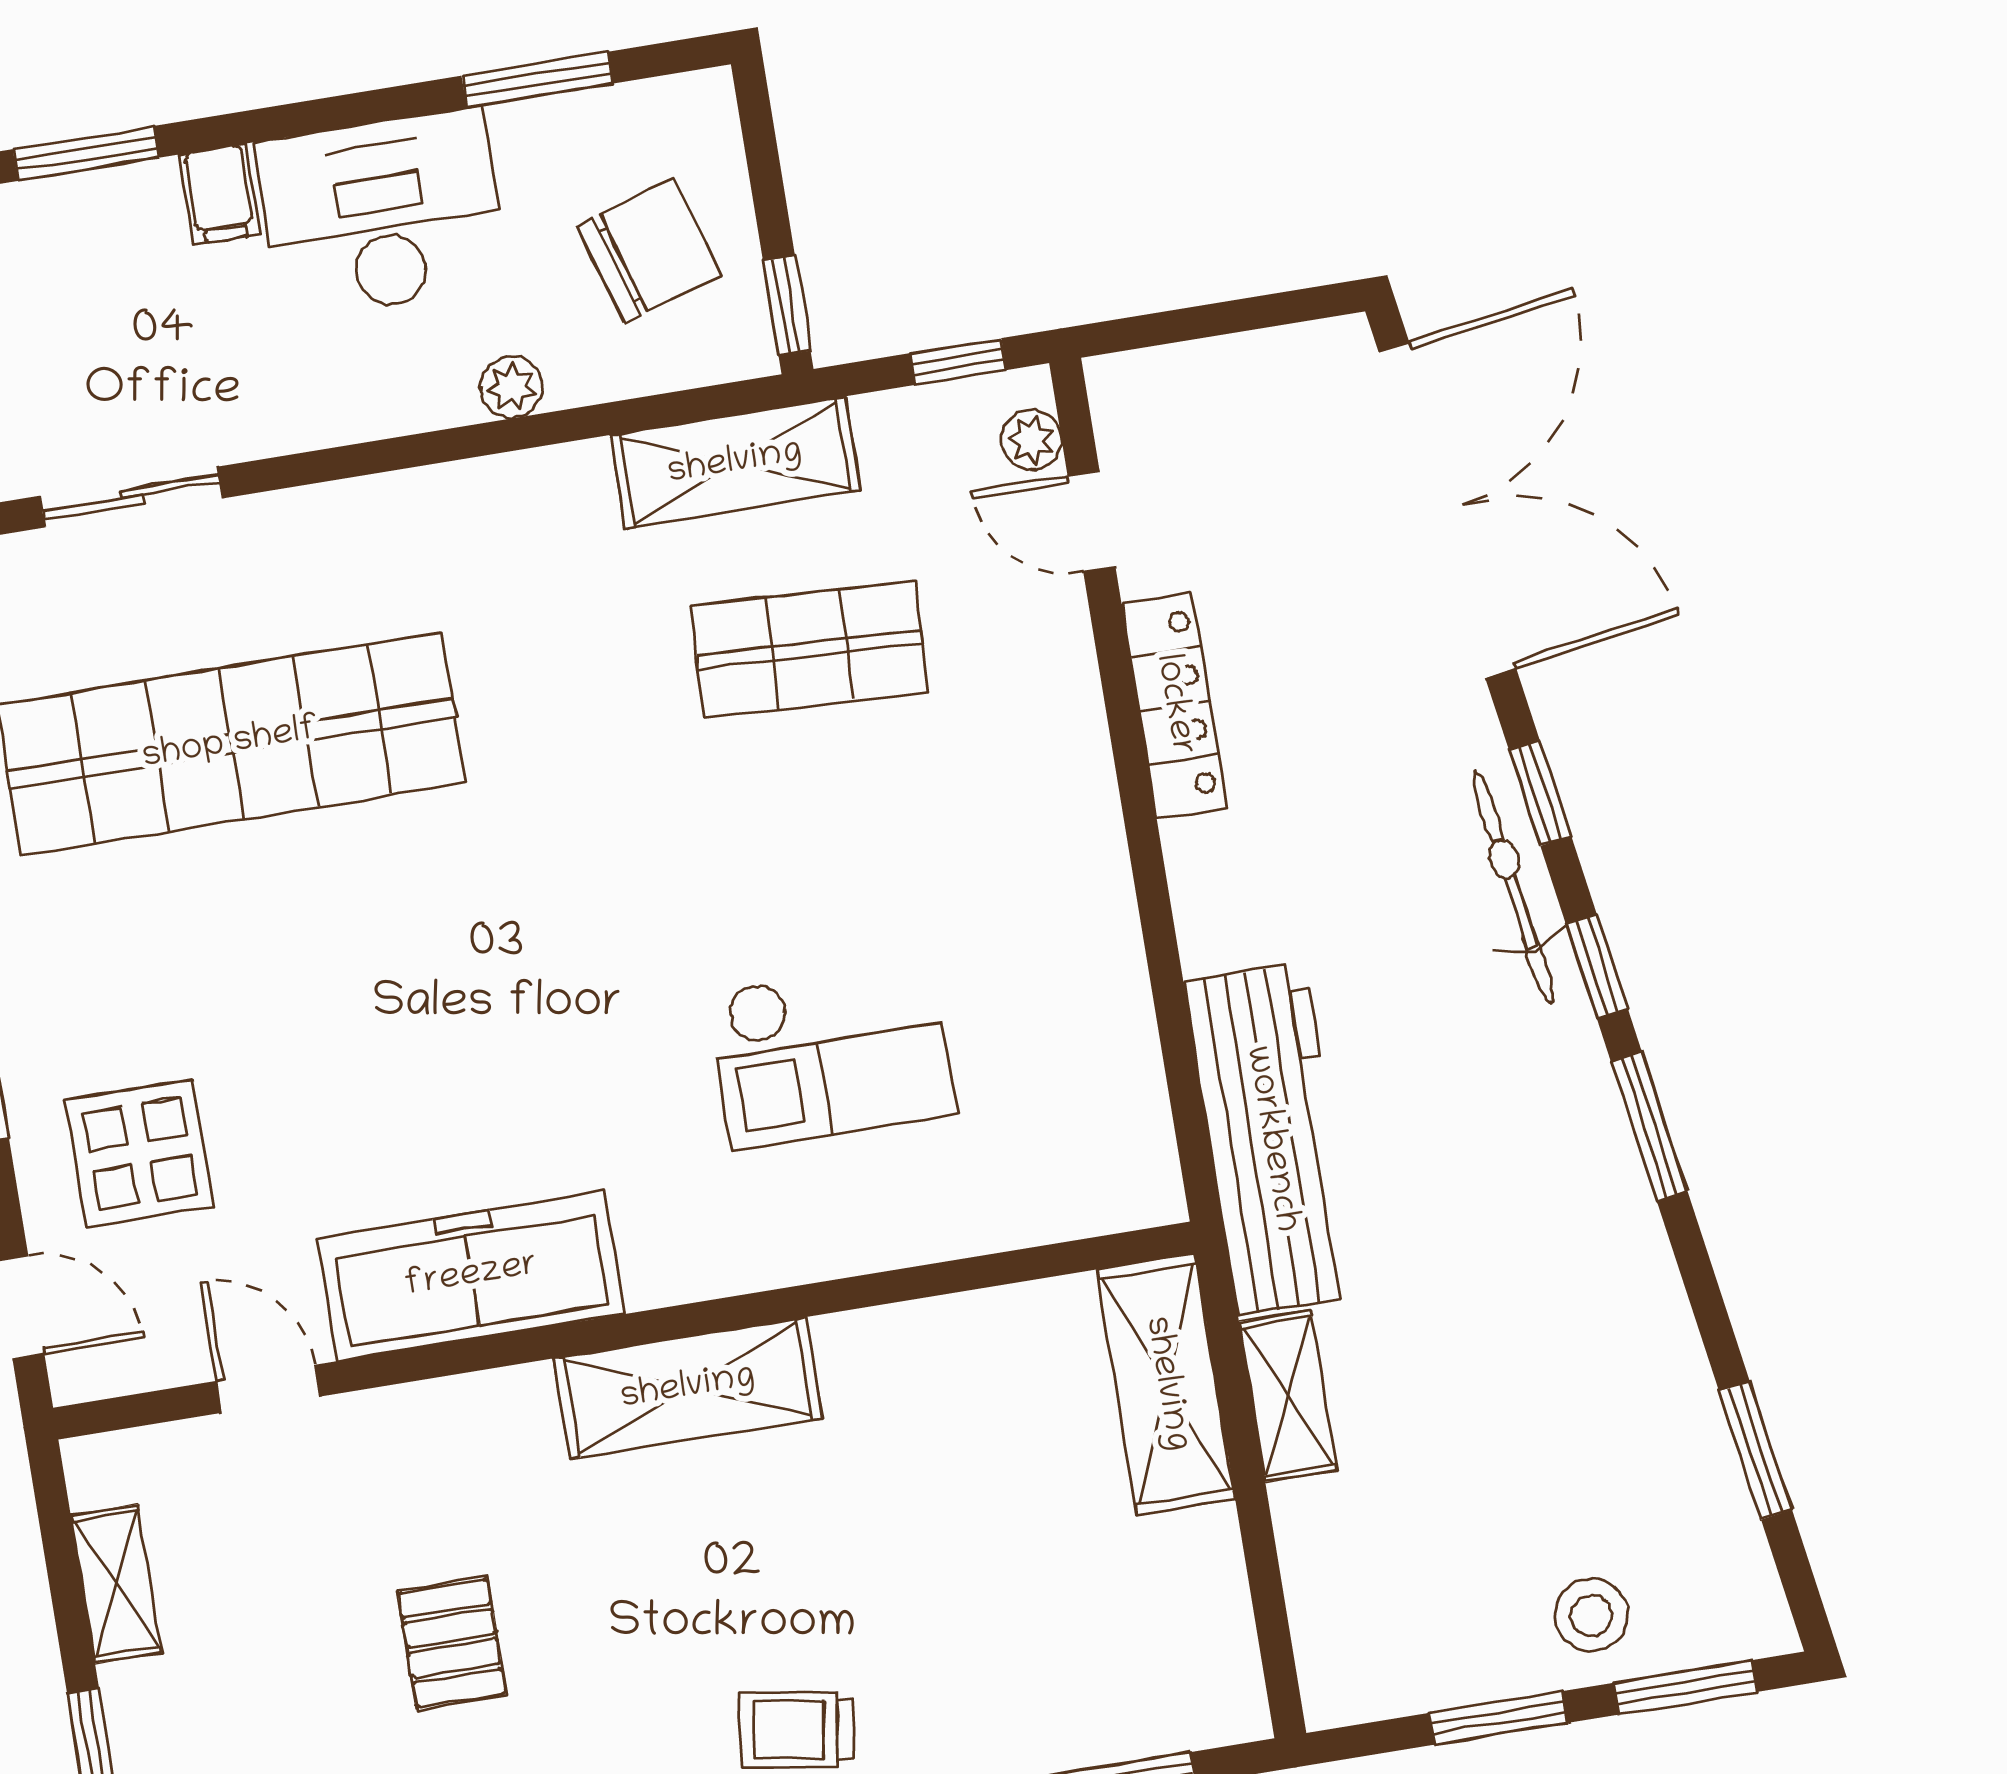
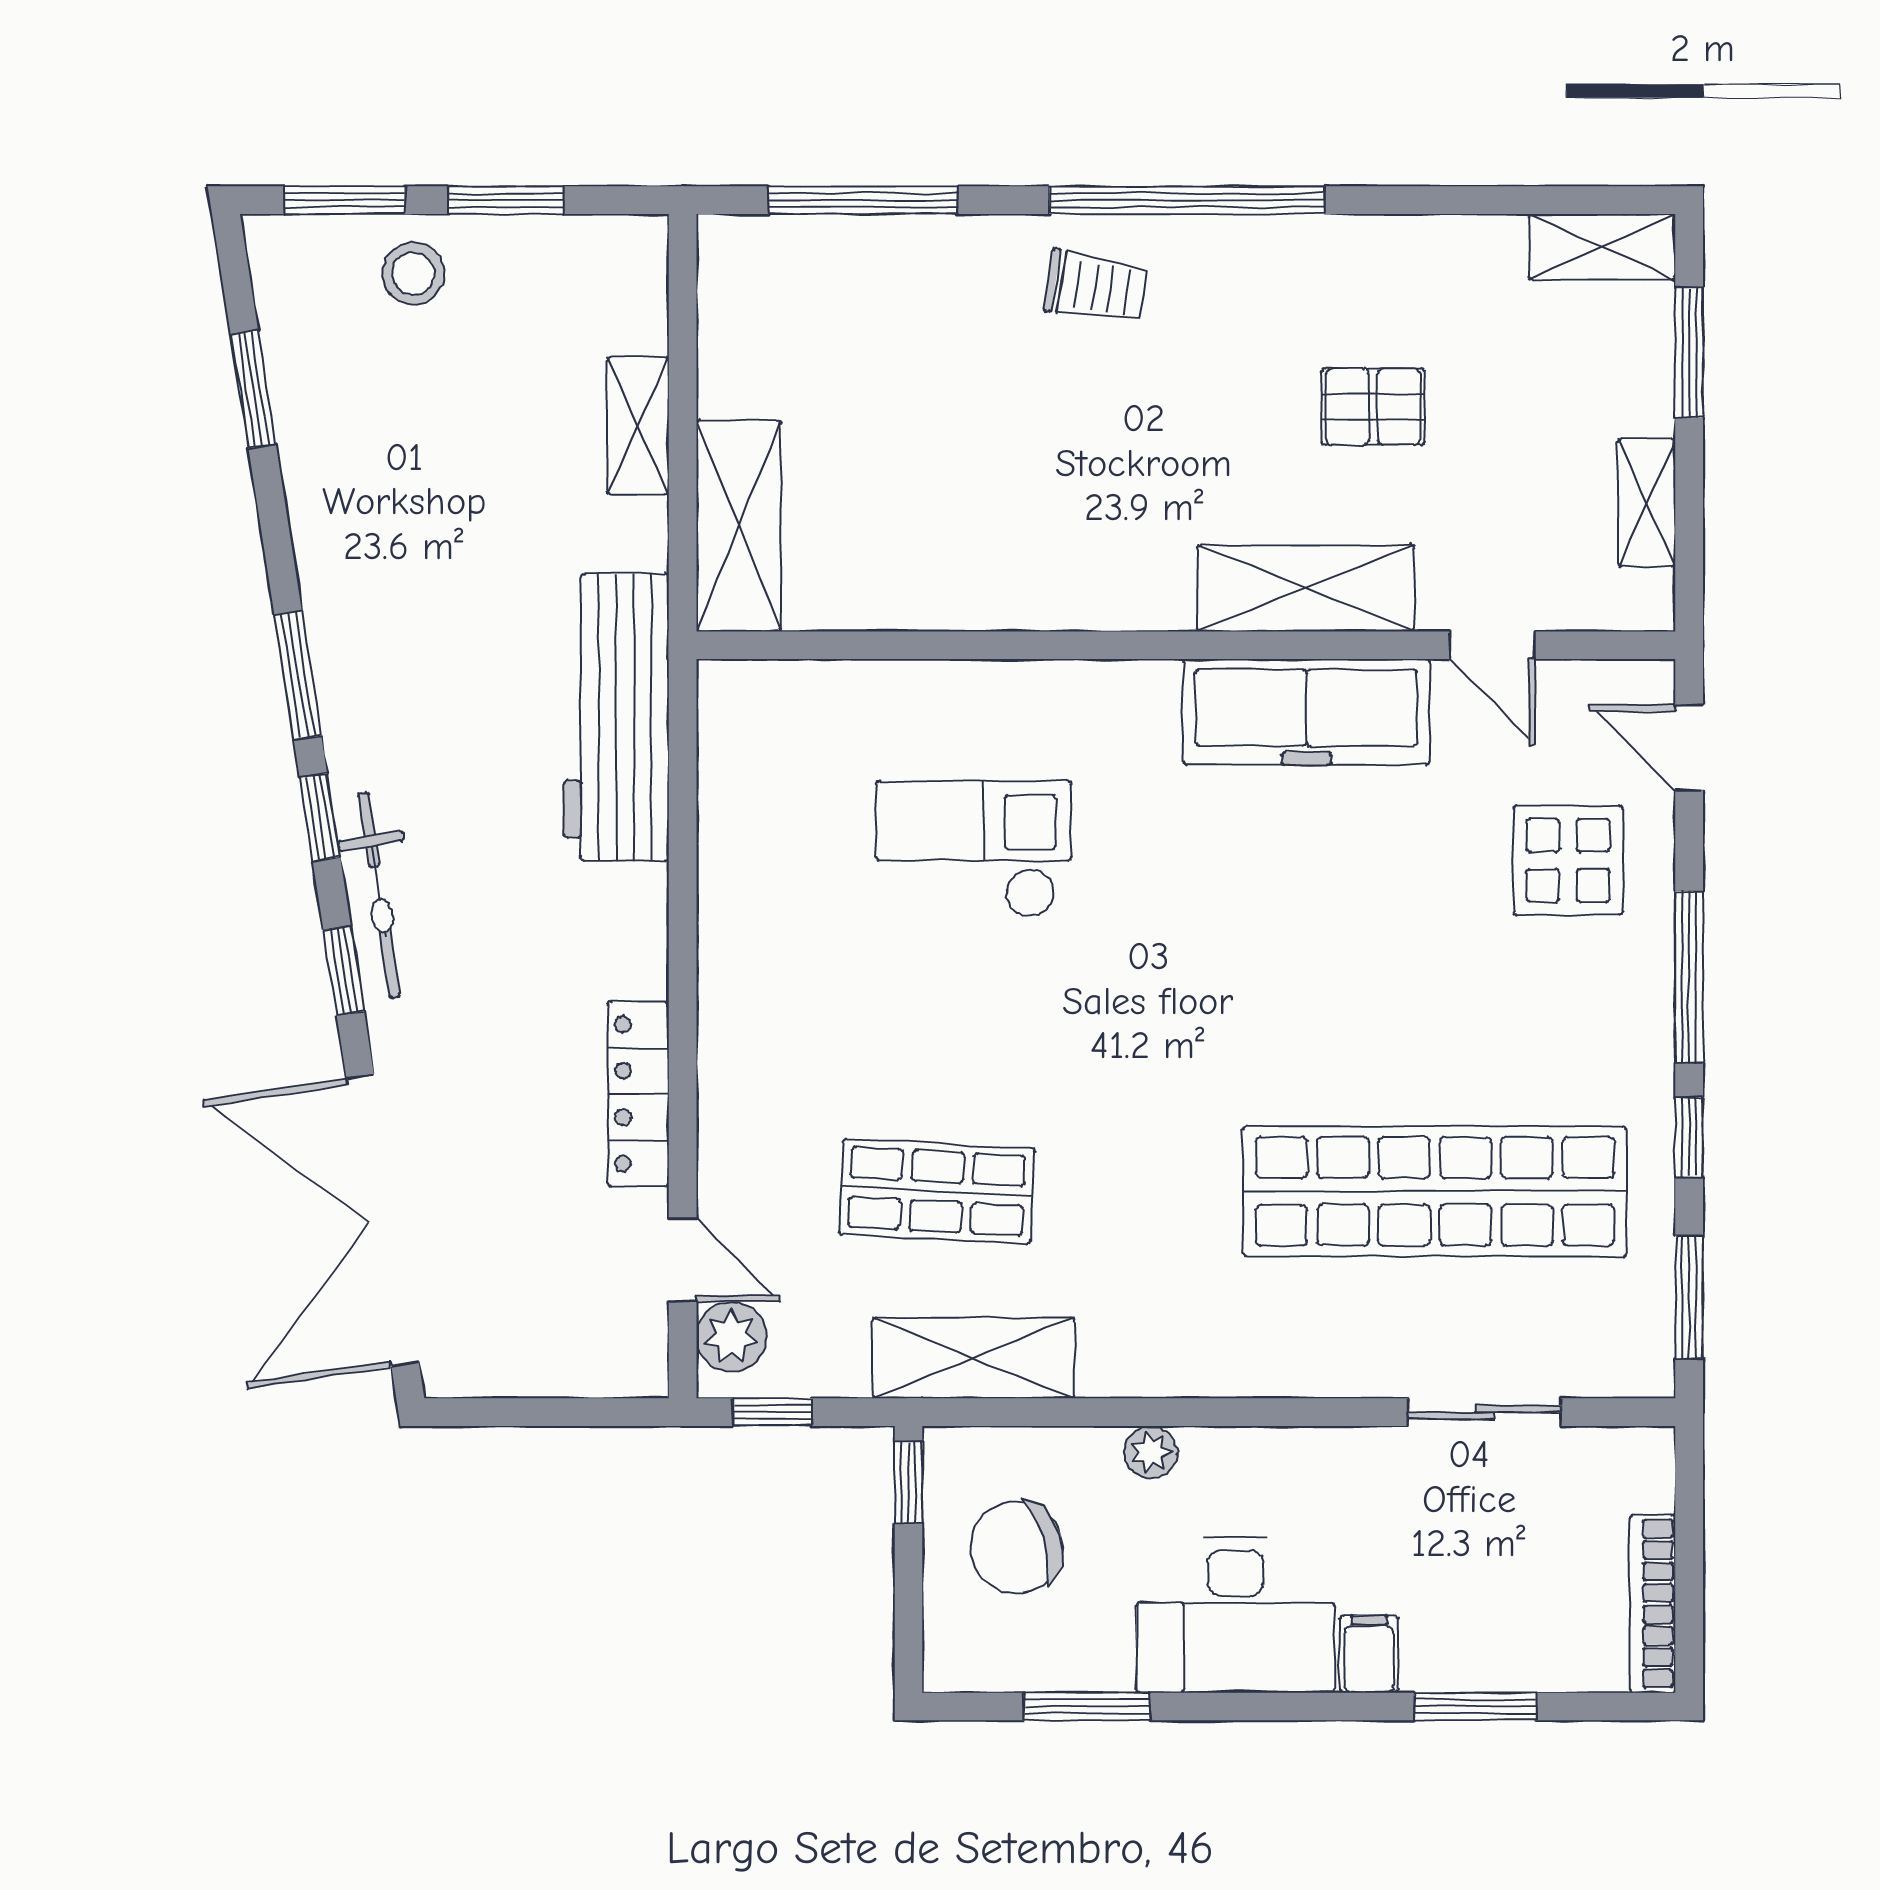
plant: (1031, 440) -> (731, 1337), width x1.38, depth x1.38
shelving: (688, 1388) -> (1306, 588), moved
shelving: (1288, 1396) -> (638, 426), moved
pallet: (452, 1643) -> (1373, 407), turned 90

